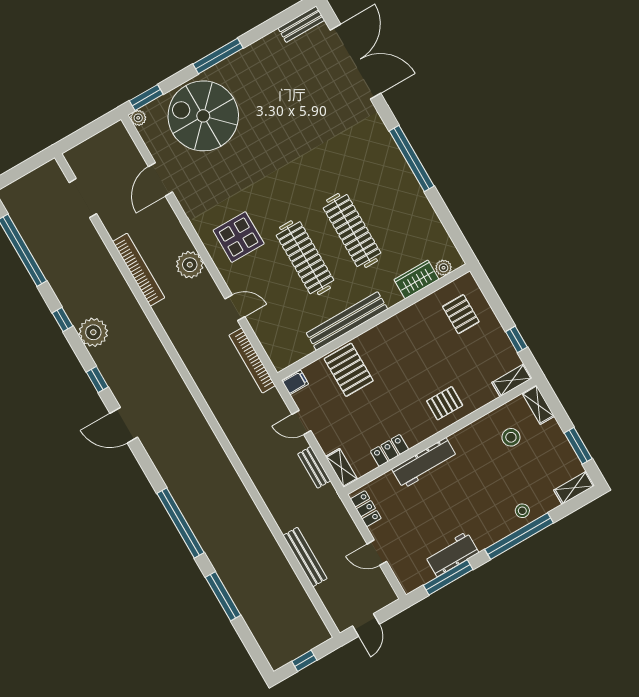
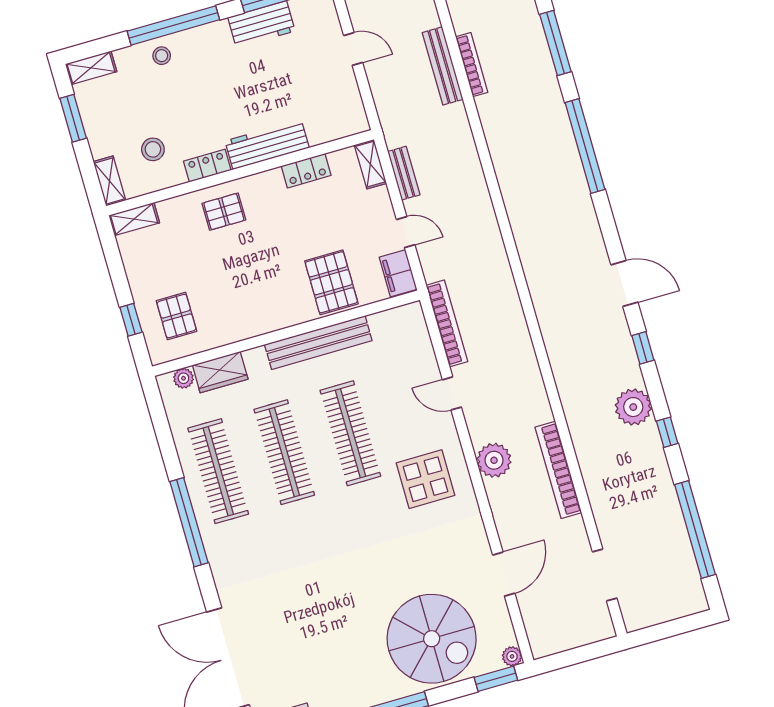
clothes rail: (399, 203) -> (218, 471), added
window: (516, 339) -> (131, 320), moved
filing cabinet: (295, 382) -> (398, 273), width x2.00
locker: (366, 509) -> (207, 166), moved, turned 90
bookcase: (283, 564) -> (472, 65), added

